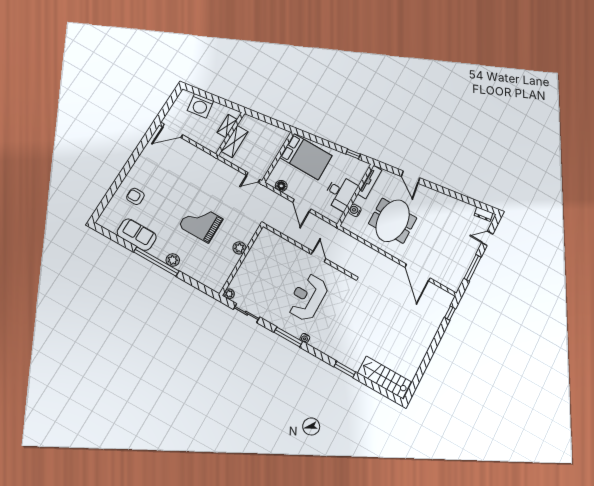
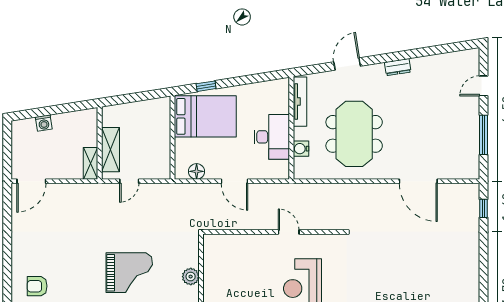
washing machine: (200, 106) -> (44, 123), width x0.53, depth x0.53
shelving: (227, 126) -> (91, 163), moved
window: (353, 154) -> (206, 86), moved
door: (253, 177) -> (129, 181), moved
door: (411, 177) -> (347, 64), swing flipped
dresser: (484, 214) -> (398, 67), moved
grand piano: (201, 223) -> (129, 273), turned 180

